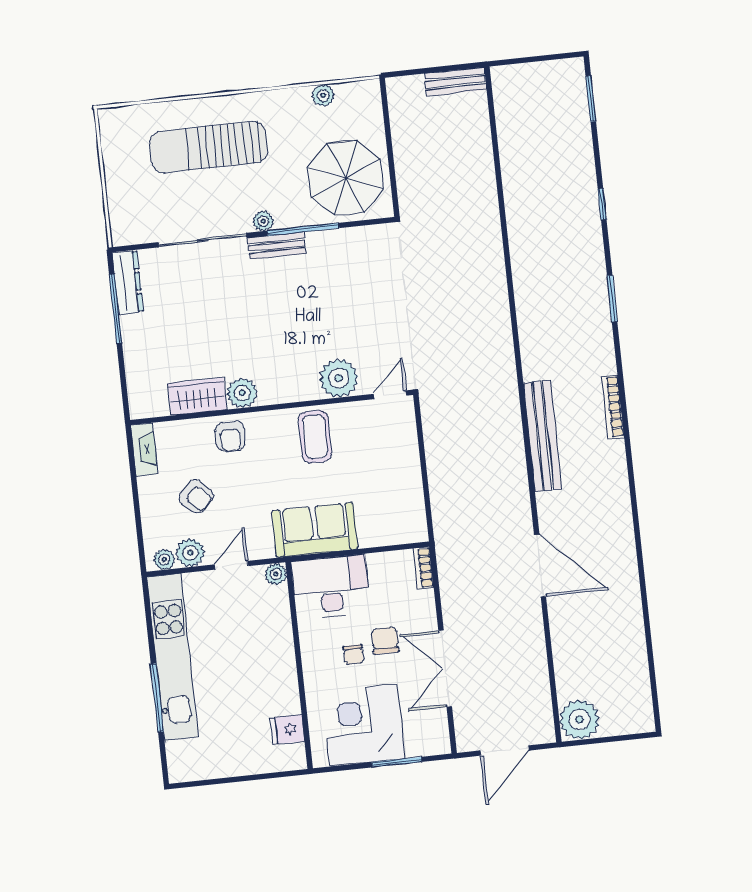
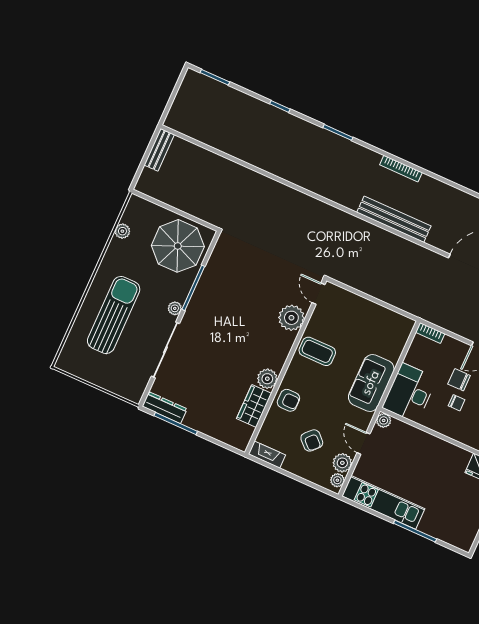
sun lounger: (209, 147) -> (114, 315), turned 180
bench: (277, 246) -> (194, 309), removed
armchair: (196, 497) -> (312, 440), turned 90
kitchen unit: (173, 657) -> (383, 502), width x0.73

